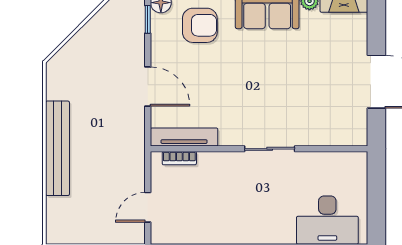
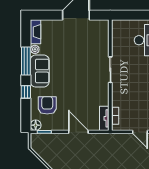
door: (148, 86) -> (78, 132), hinge flipped
tv unit: (184, 137) -> (104, 118), width x0.71

